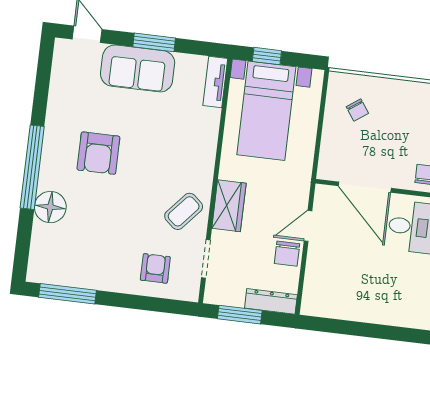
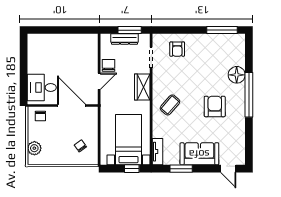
window: (154, 42) -> (181, 169), moved
coffee table: (184, 211) -> (170, 105), moved
dresser: (271, 301) -> (125, 39), moved

